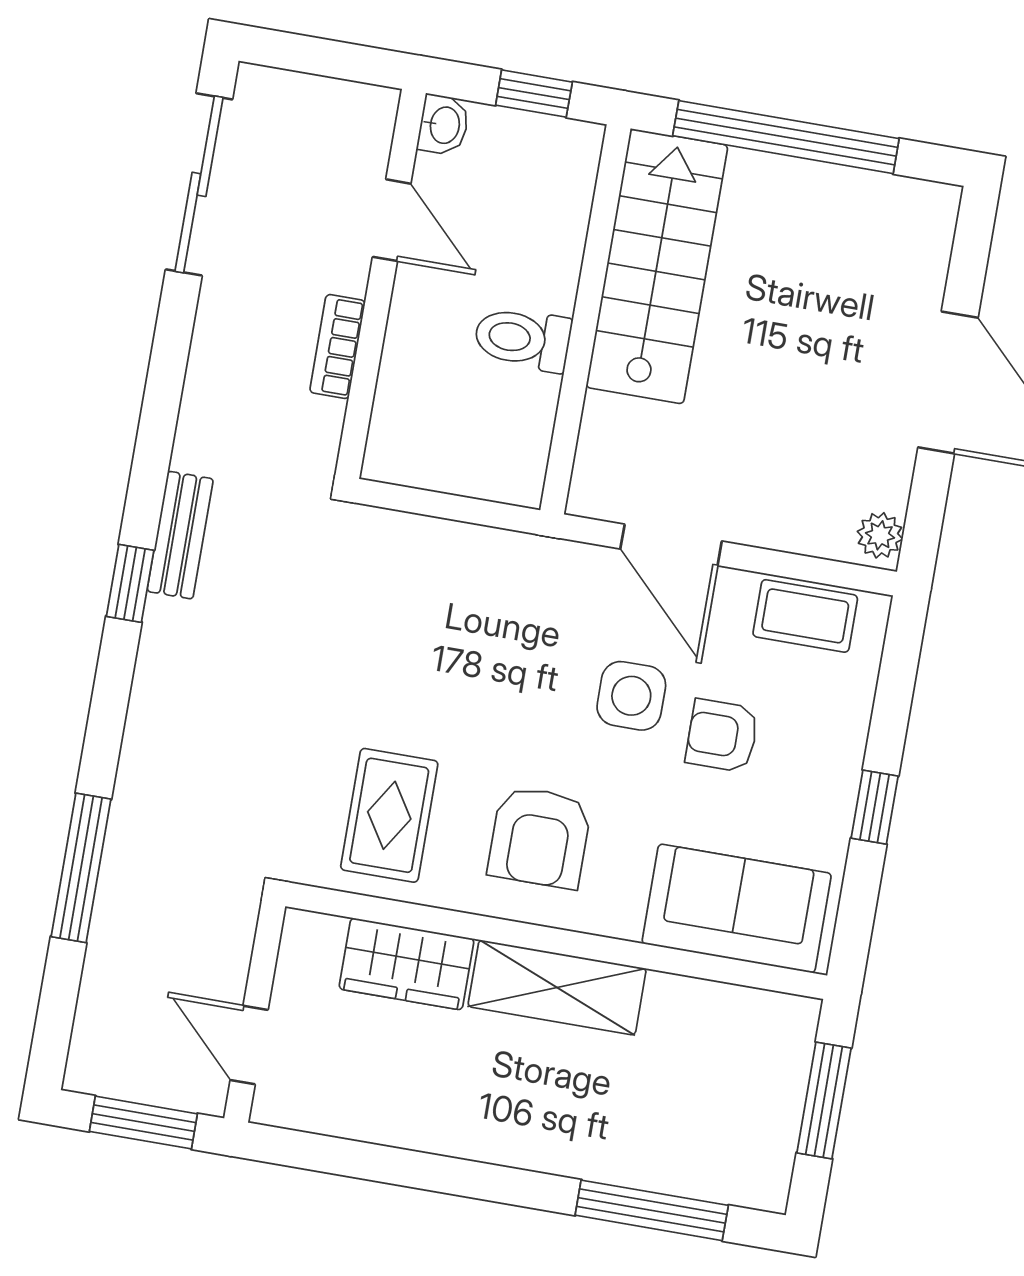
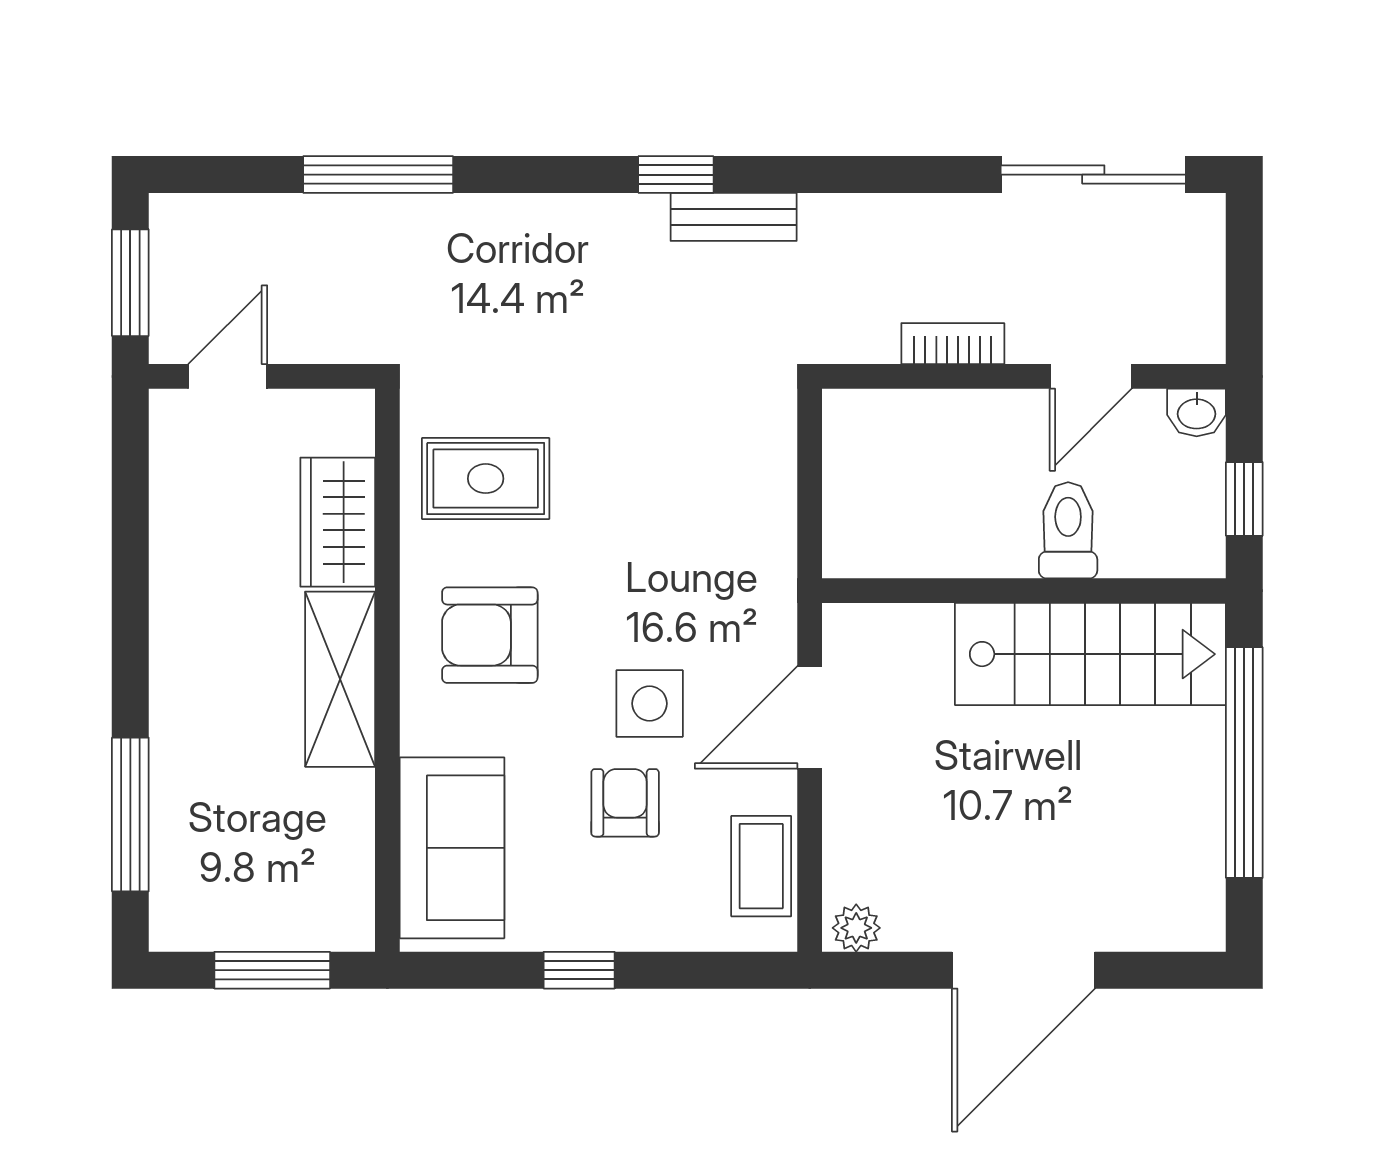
toilet: (523, 339) -> (1068, 530), moved

